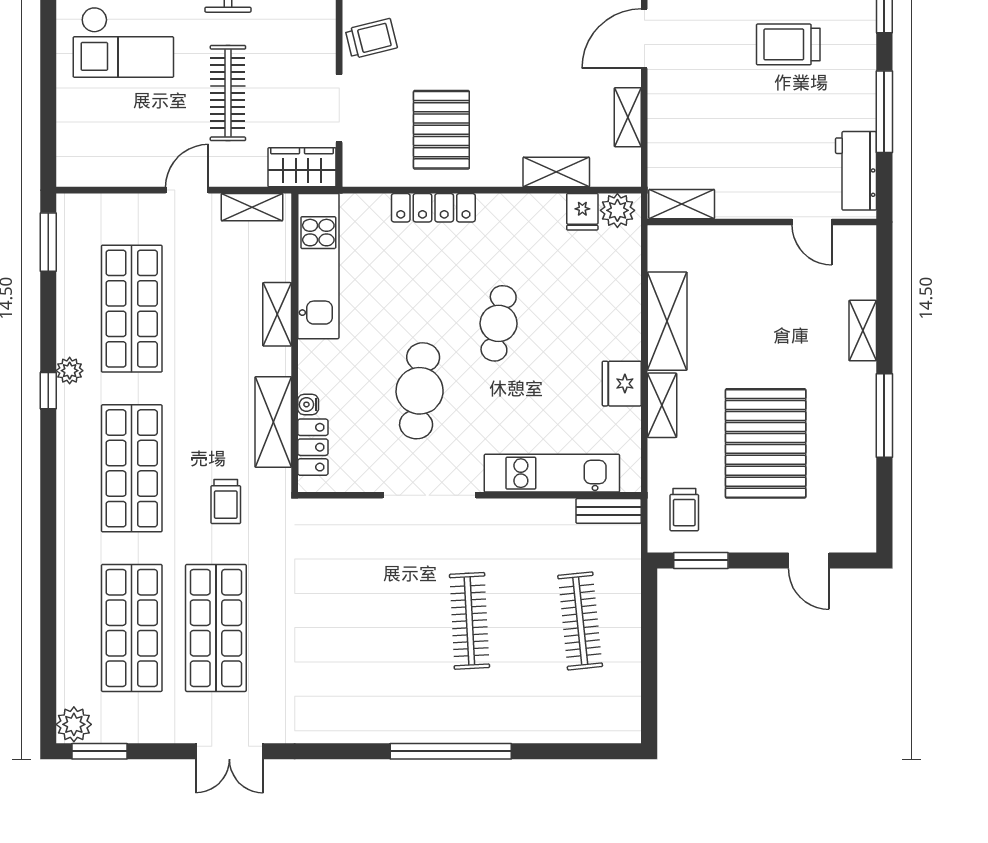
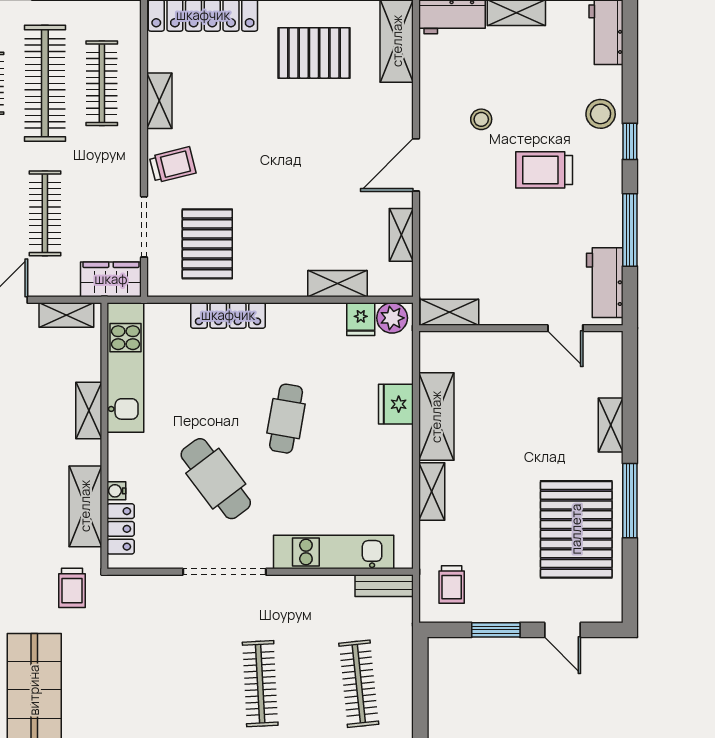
pallet: (441, 130) -> (207, 244), moved
fridge: (622, 384) -> (396, 404), moved
cafe table: (420, 391) -> (216, 479), turned -43
pallet: (766, 443) -> (576, 529), moved
trolley: (226, 502) -> (72, 588), moved
window: (701, 560) -> (496, 630), moved

